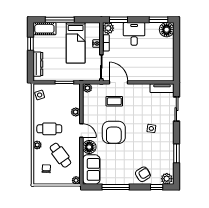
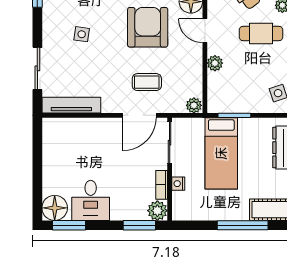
desk: (134, 34) -> (91, 200), moved
bed: (76, 43) -> (221, 153), moved, turned 180
door: (118, 82) -> (139, 115), hinge flipped
tv unit: (162, 88) -> (71, 105), width x1.41

